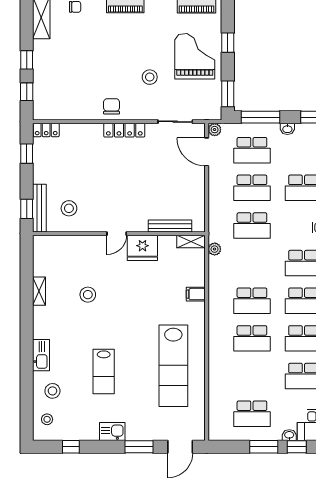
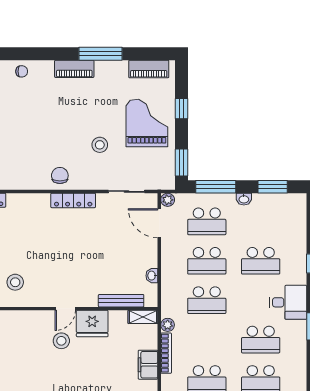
washbasin: (200, 202) -> (152, 276), added
bookcase: (213, 276) -> (166, 353), added
filing cabinet: (196, 294) -> (148, 365), width x2.00
stool: (88, 295) -> (61, 341), moved

